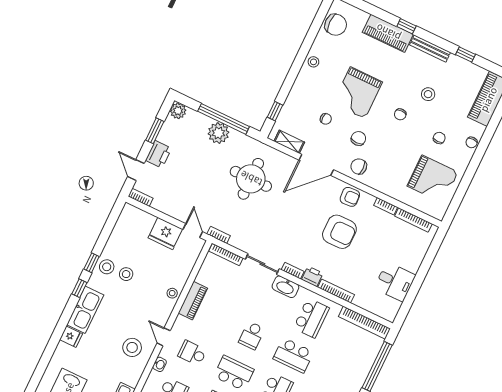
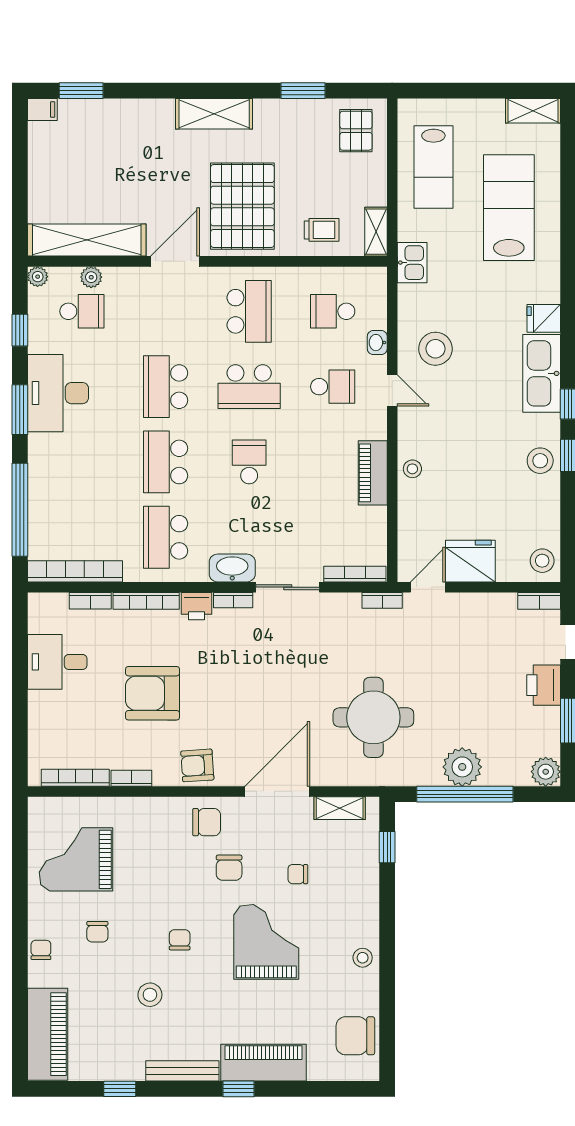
door: (193, 231) -> (428, 587), swing flipped
armchair: (339, 232) -> (152, 693), moved
stool: (126, 274) -> (542, 561), moved
bookcase: (364, 304) -> (90, 601), added
school desk: (293, 355) -> (166, 462), turned -90

